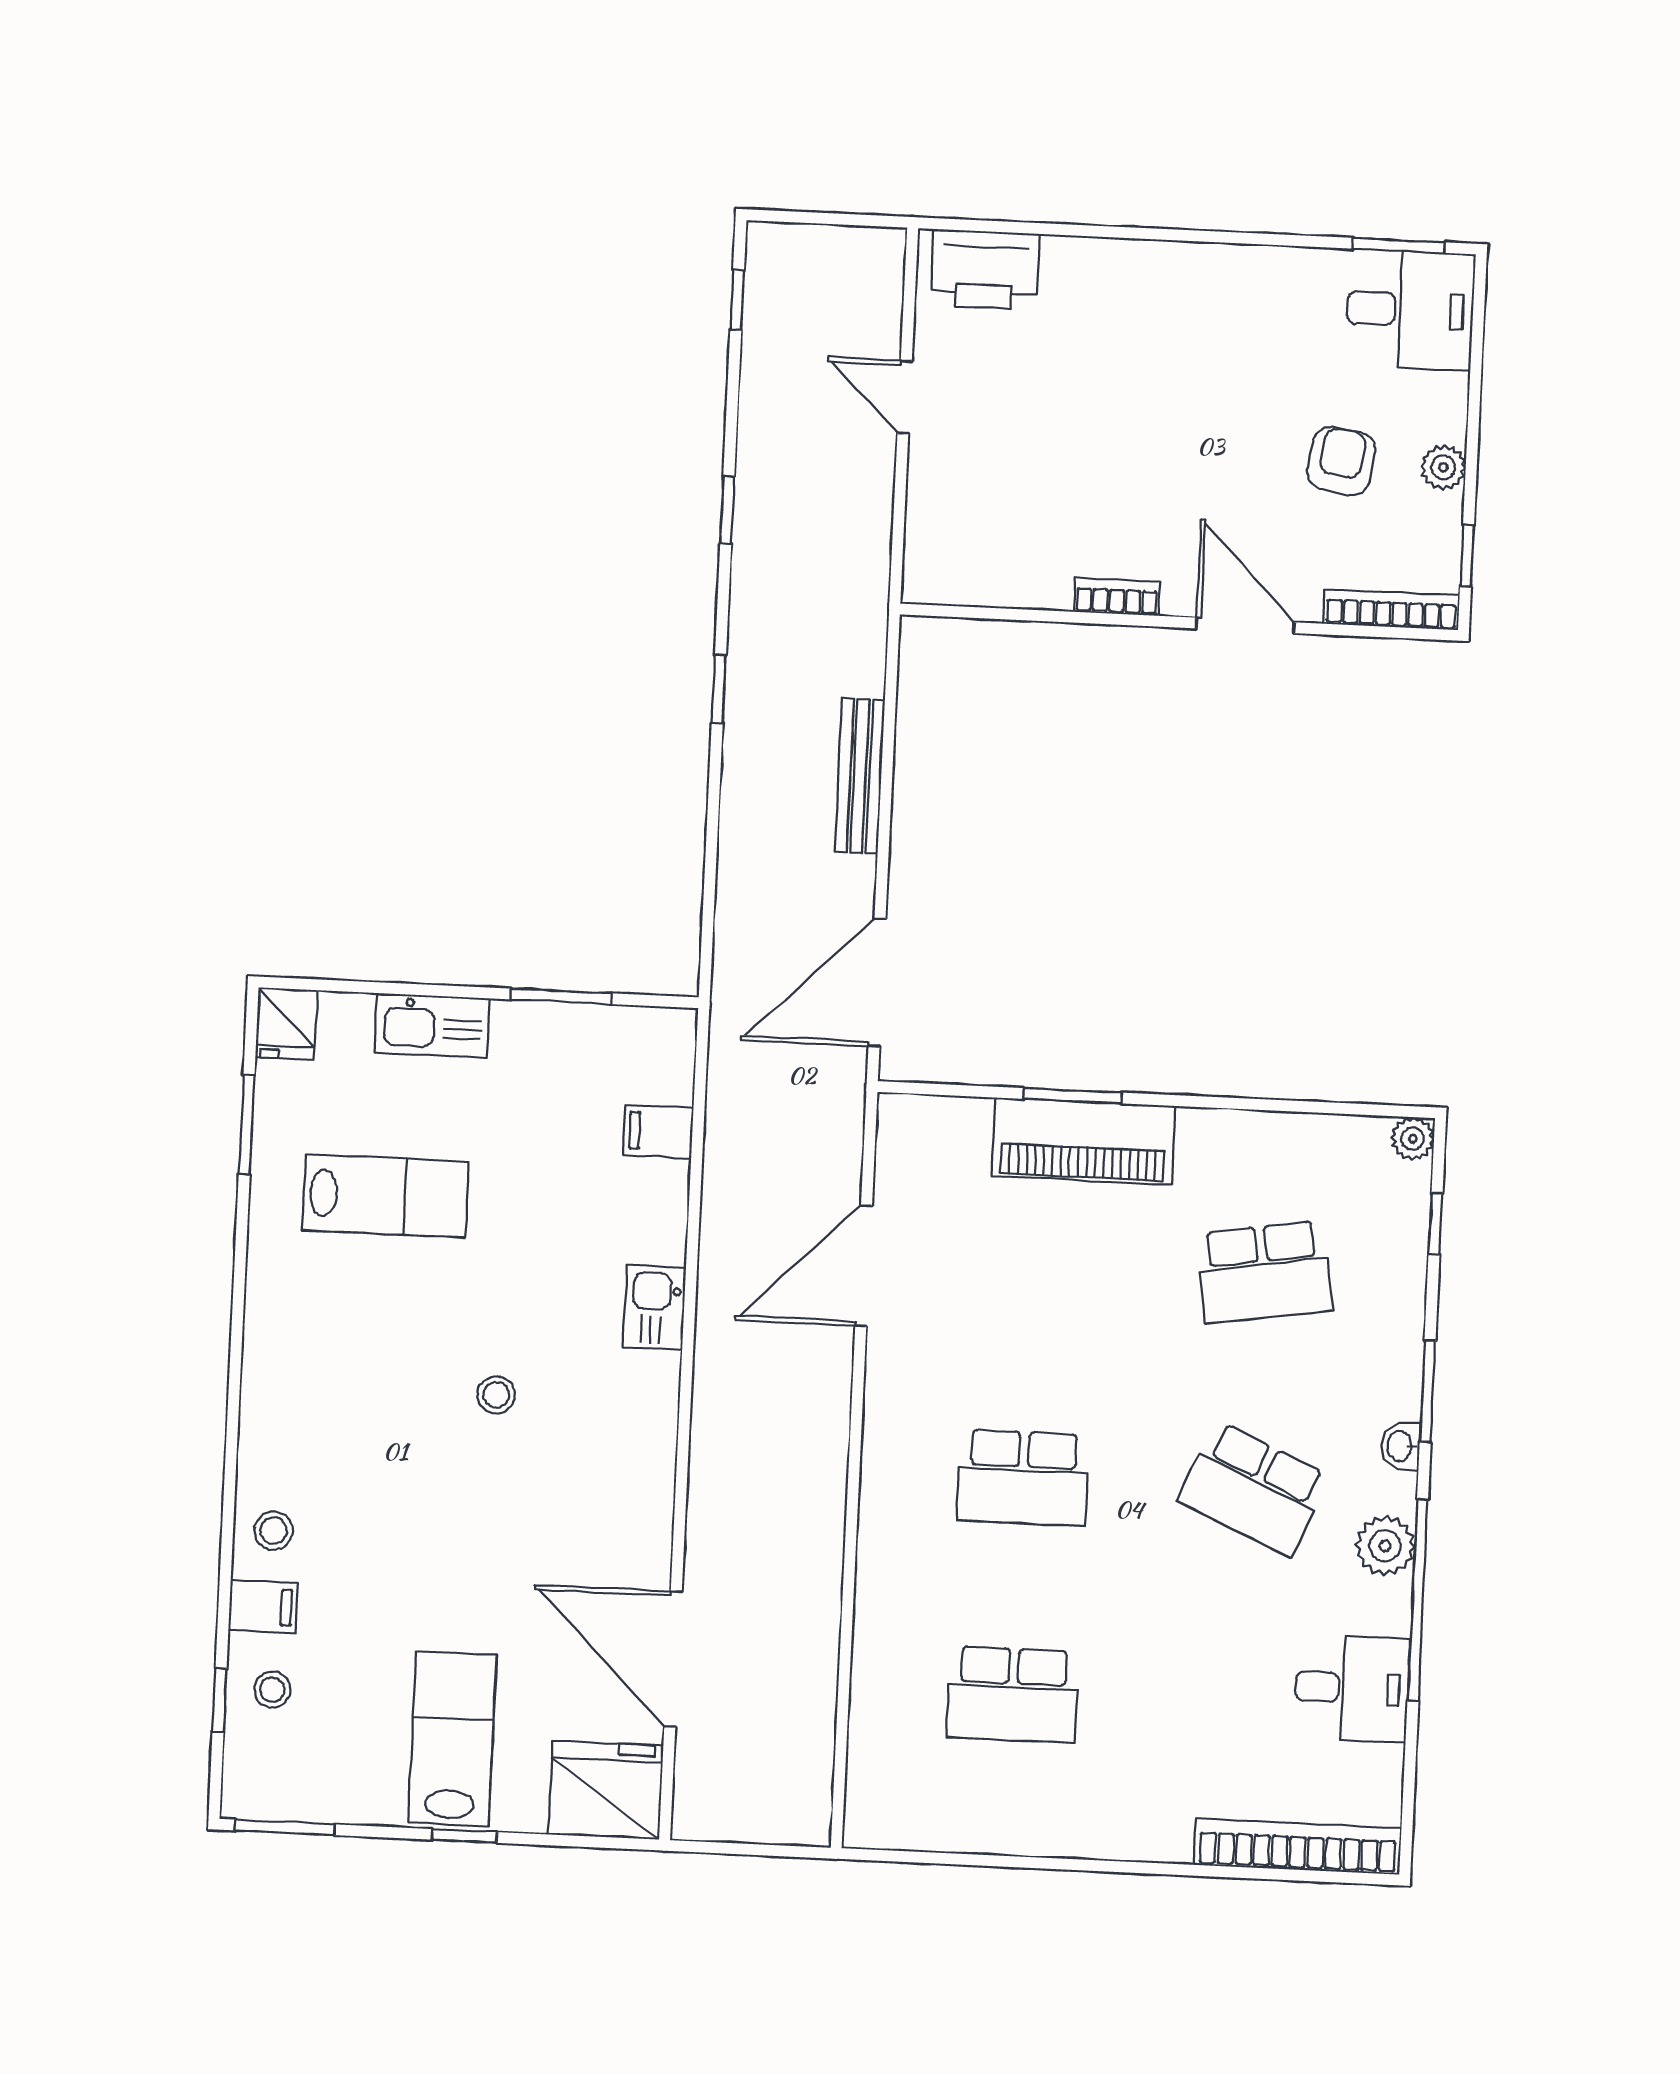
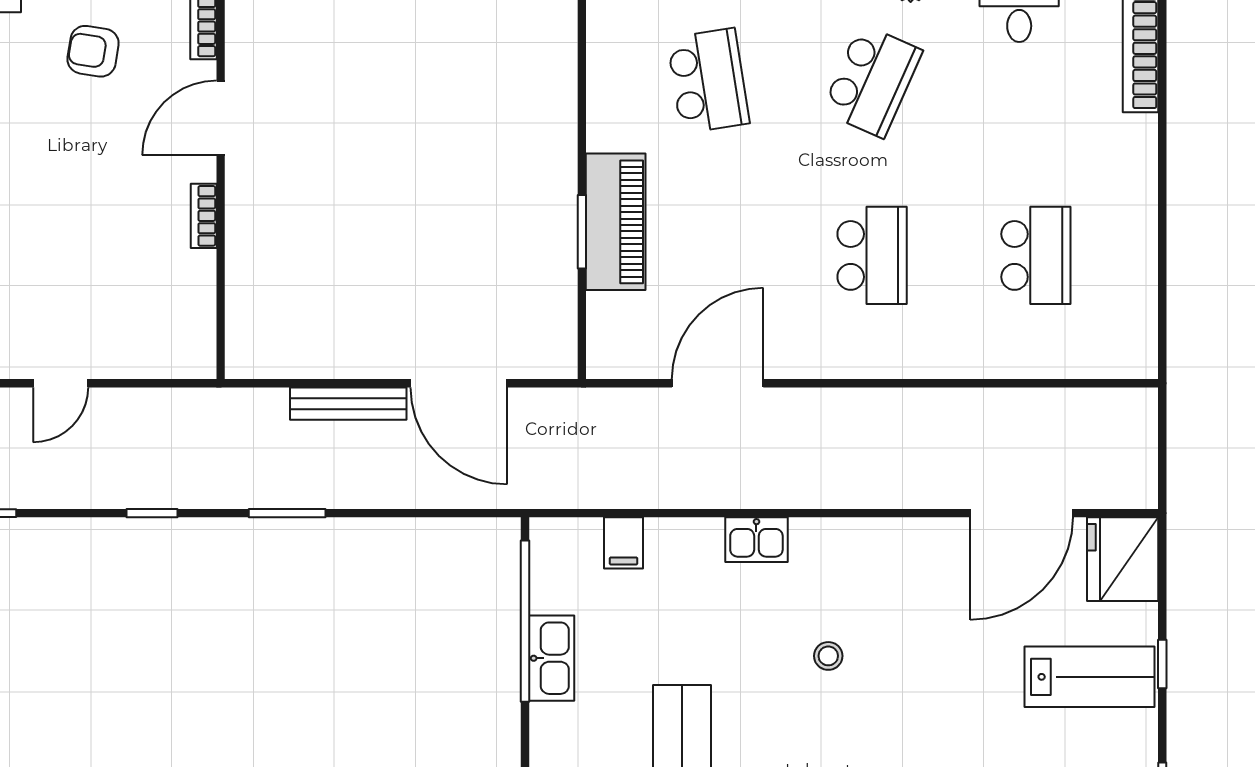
window: (719, 689) -> (287, 513), width x1.50
door: (877, 982) -> (459, 383), moved
window: (561, 996) -> (525, 621), width x2.11
kitchen sink: (432, 1025) -> (552, 658), moved
door: (864, 1266) -> (718, 383), swing flipped
lab bench: (452, 1739) -> (1090, 677), turned 180

